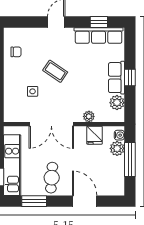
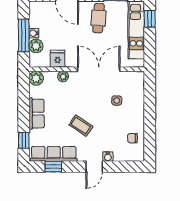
water cooler: (42, 33) -> (108, 157), added
coffee table: (55, 71) -> (81, 126), moved
window: (130, 77) -> (24, 140), moved
plant: (117, 103) -> (36, 78), moved
water cooler: (119, 135) -> (34, 33), moved

